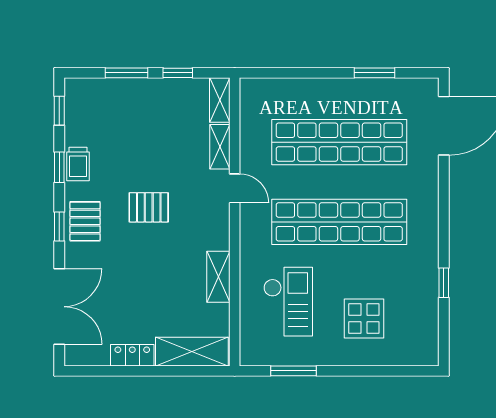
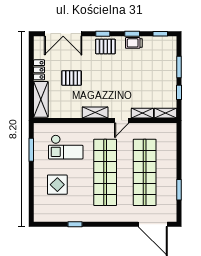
pallet: (149, 207) -> (72, 78), moved, turned 90
shelving: (218, 277) -> (95, 112), moved

